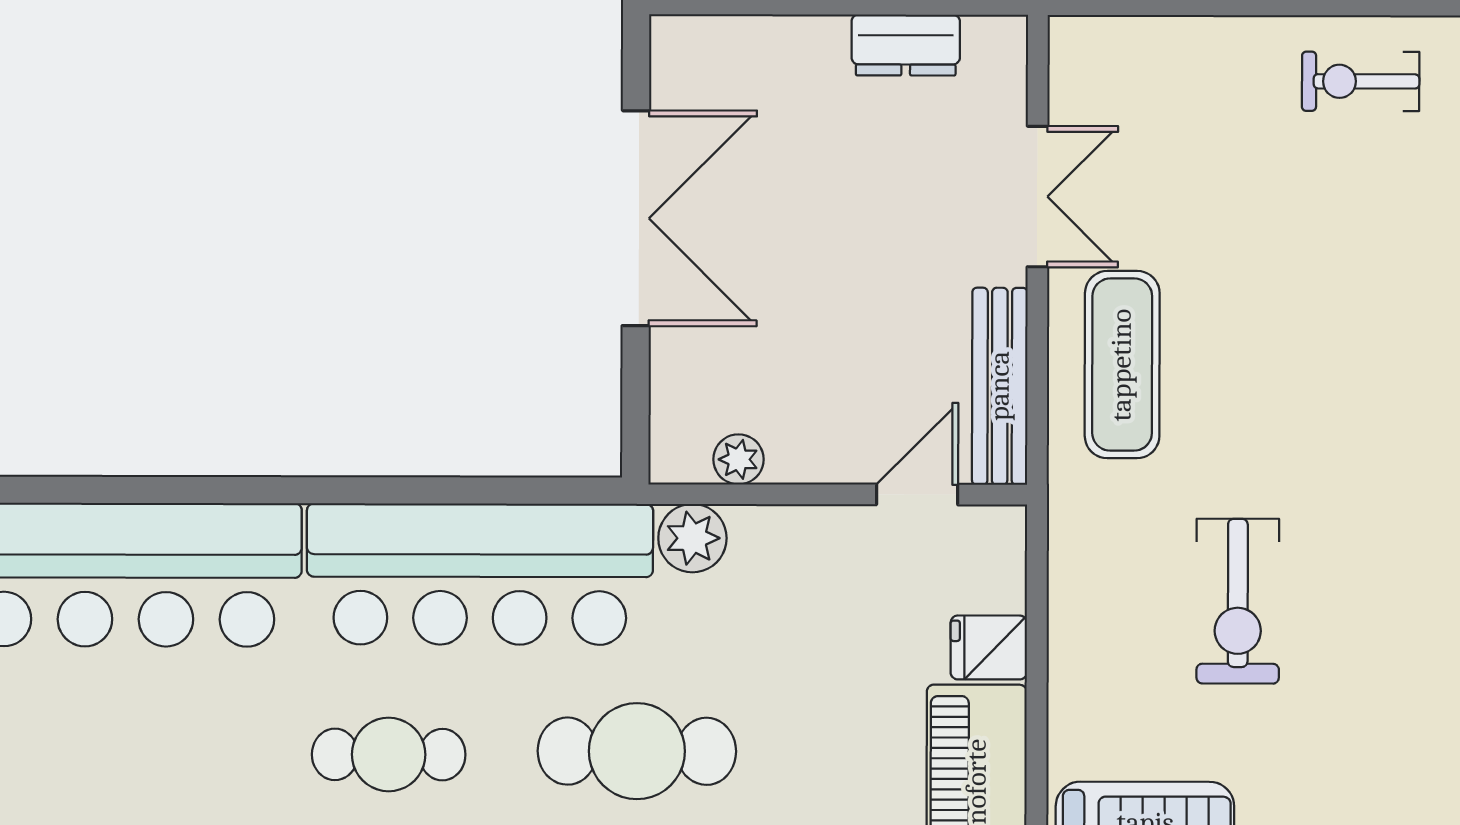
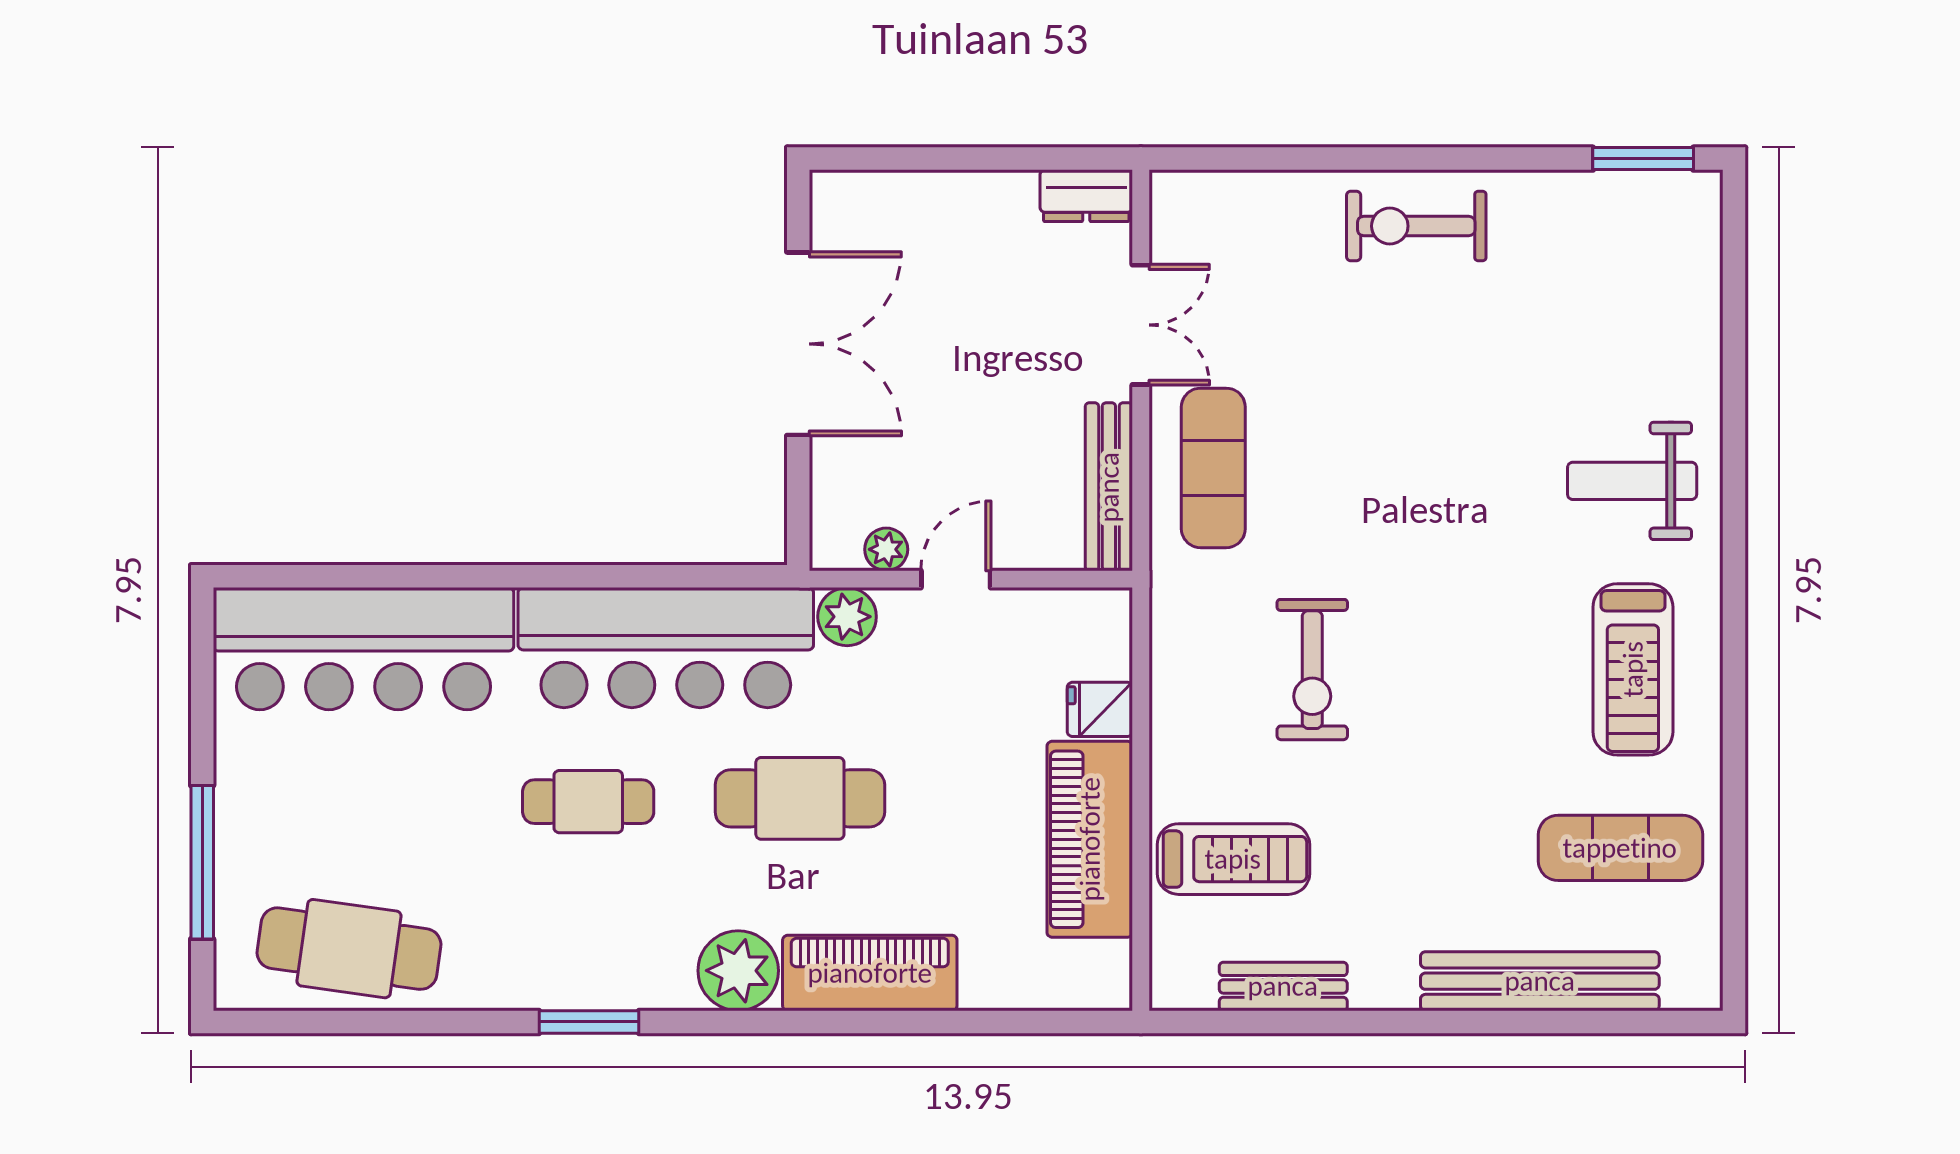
dresser: (906, 45) -> (1086, 196), moved
exercise bike: (1361, 81) -> (1416, 226), width x1.38, depth x1.39
door: (917, 495) -> (956, 579), moved

